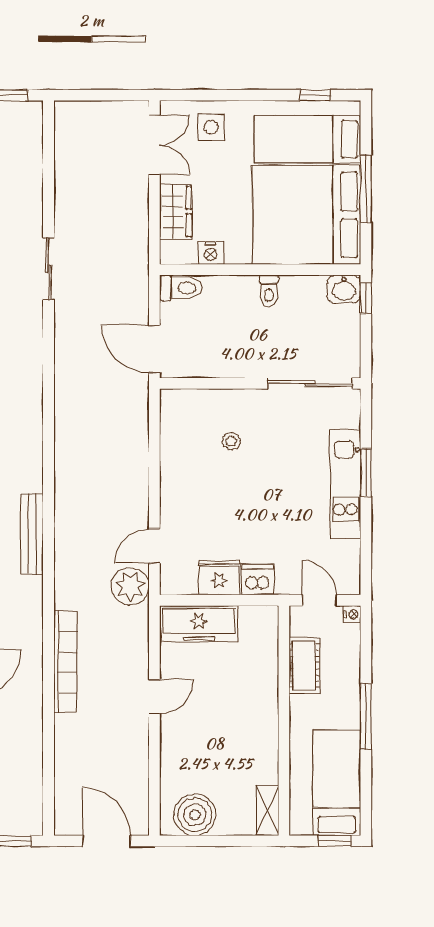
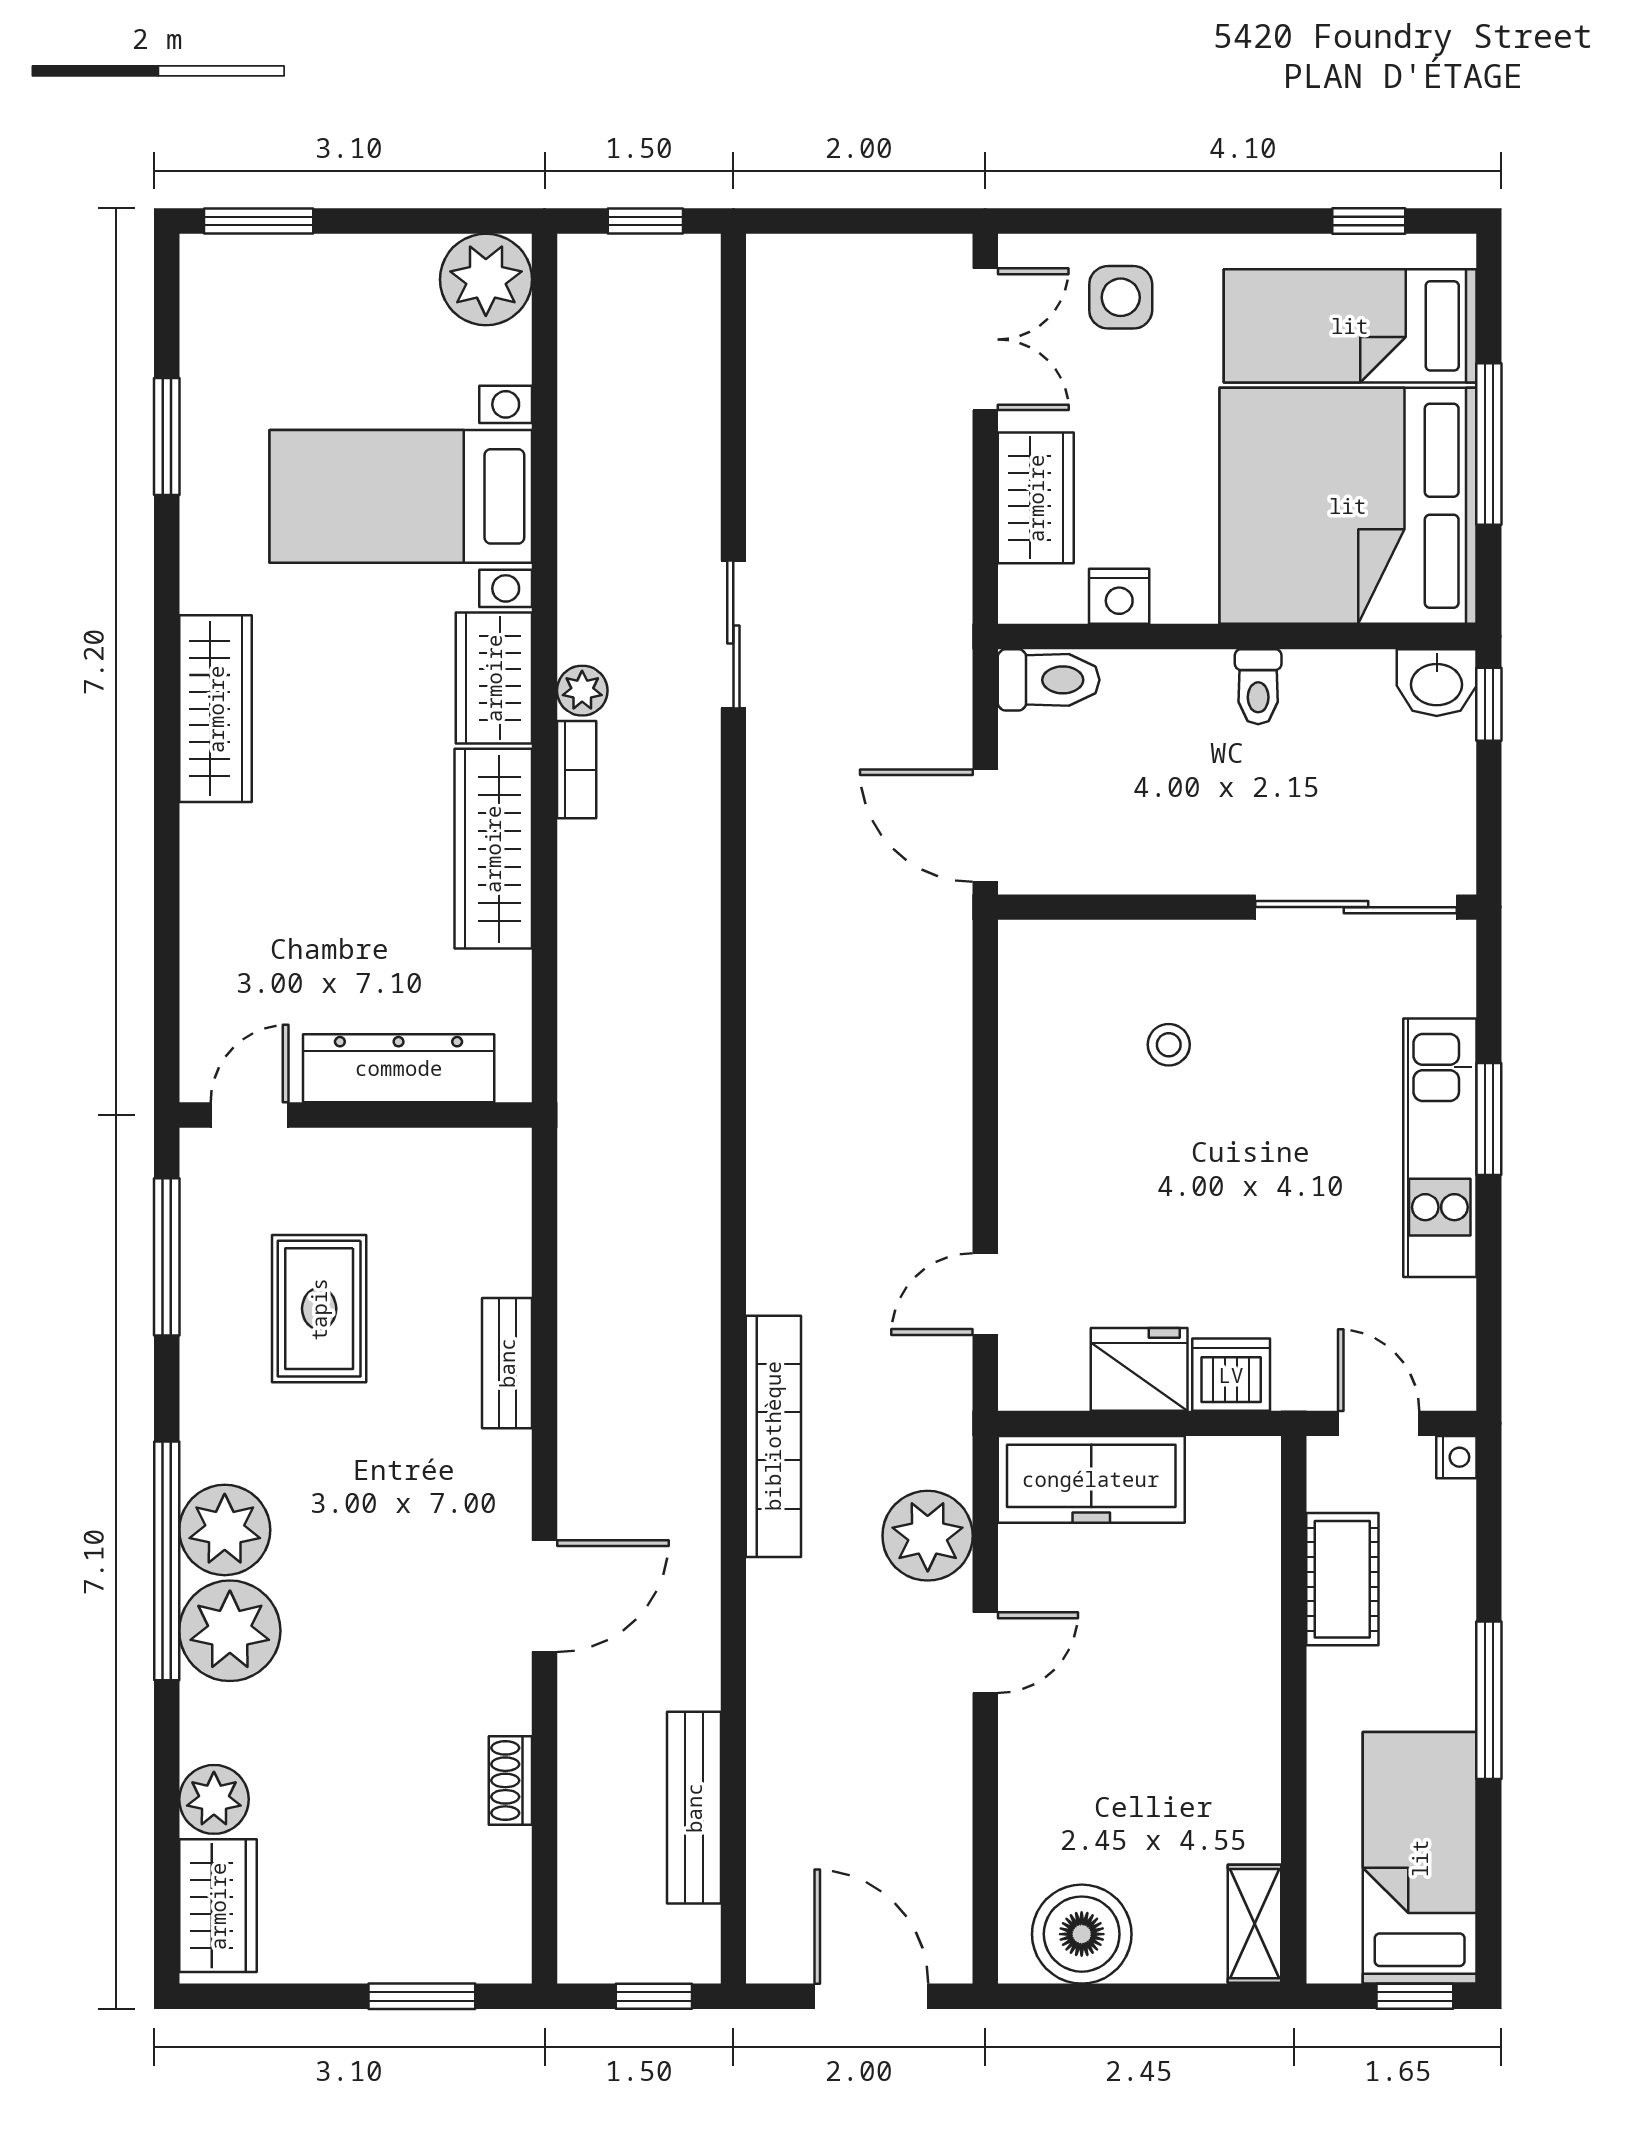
bench: (32, 534) -> (694, 1808), moved
plant: (130, 586) -> (928, 1536), moved
bookcase: (65, 662) -> (773, 1436), moved

